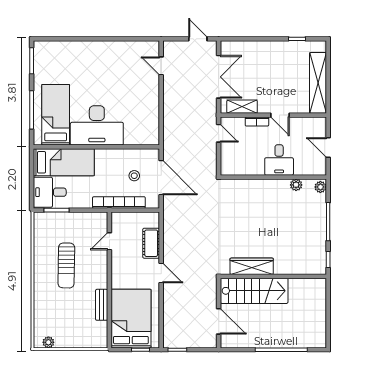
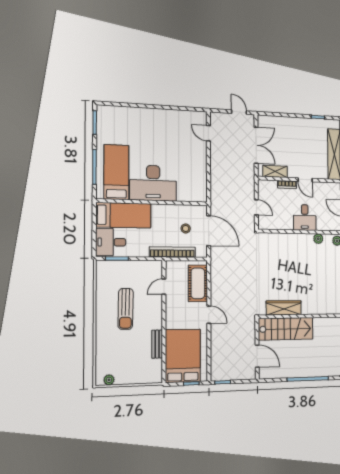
door: (219, 133) -> (256, 207), moved
cot: (151, 243) -> (198, 283), width x1.37, depth x1.34

